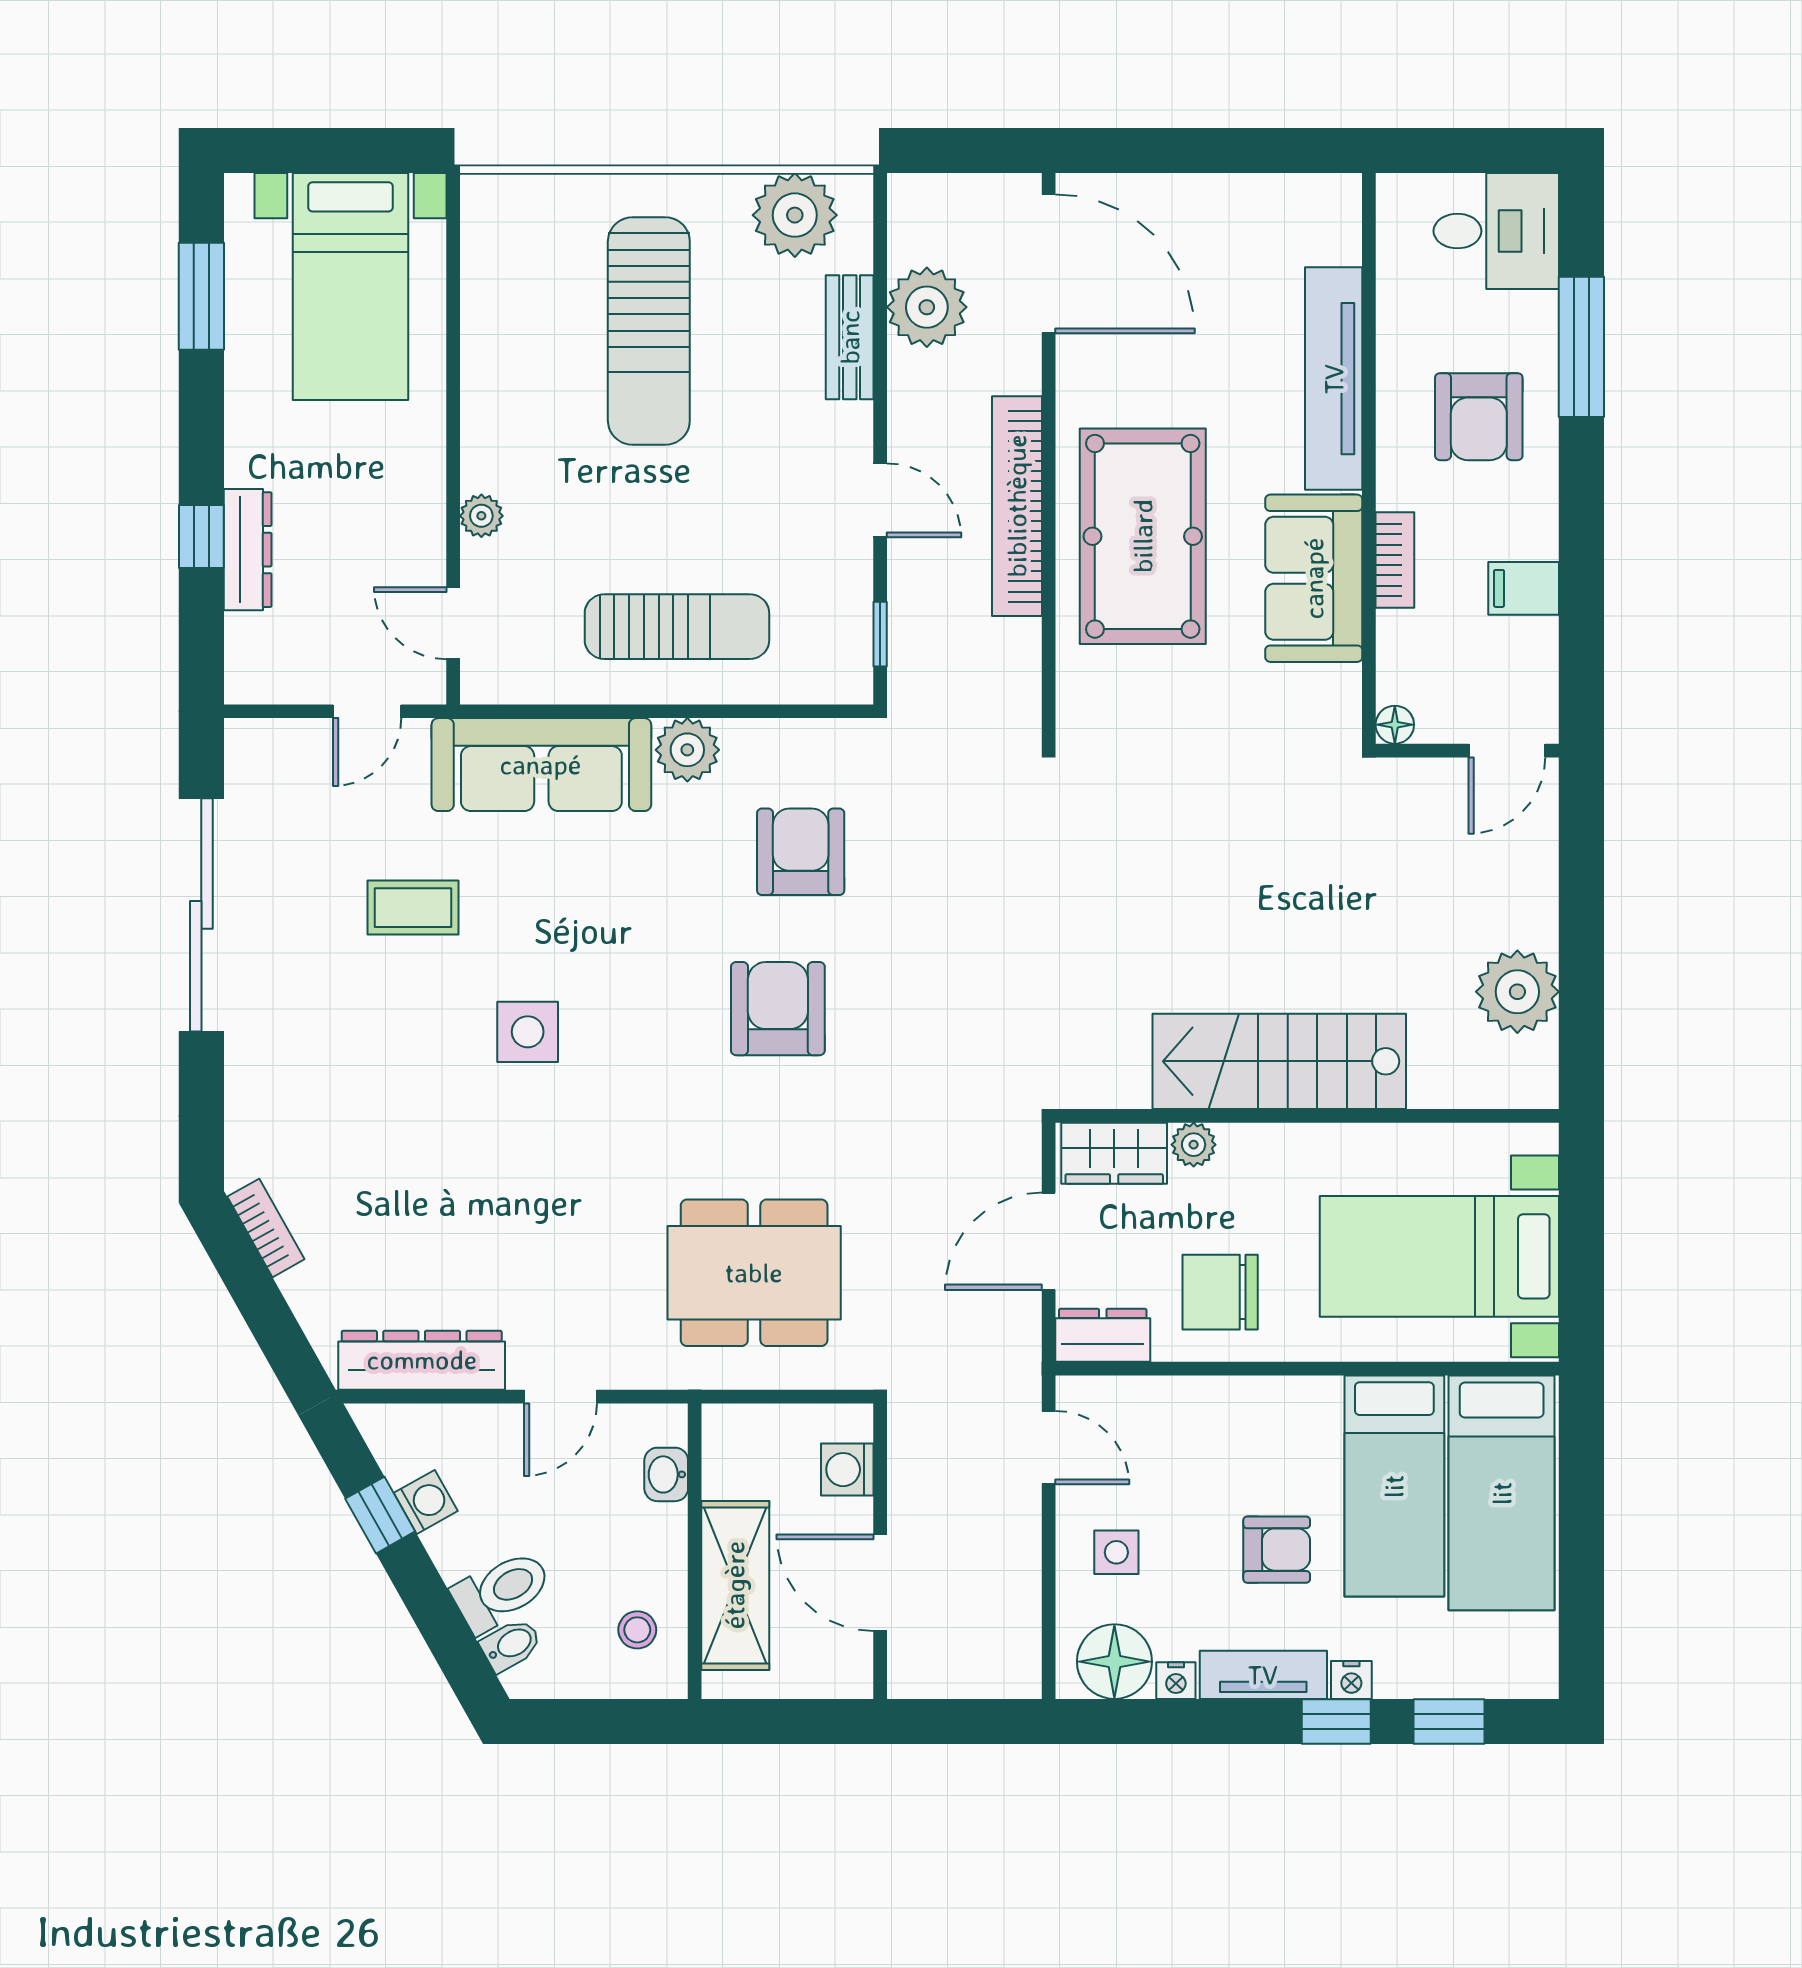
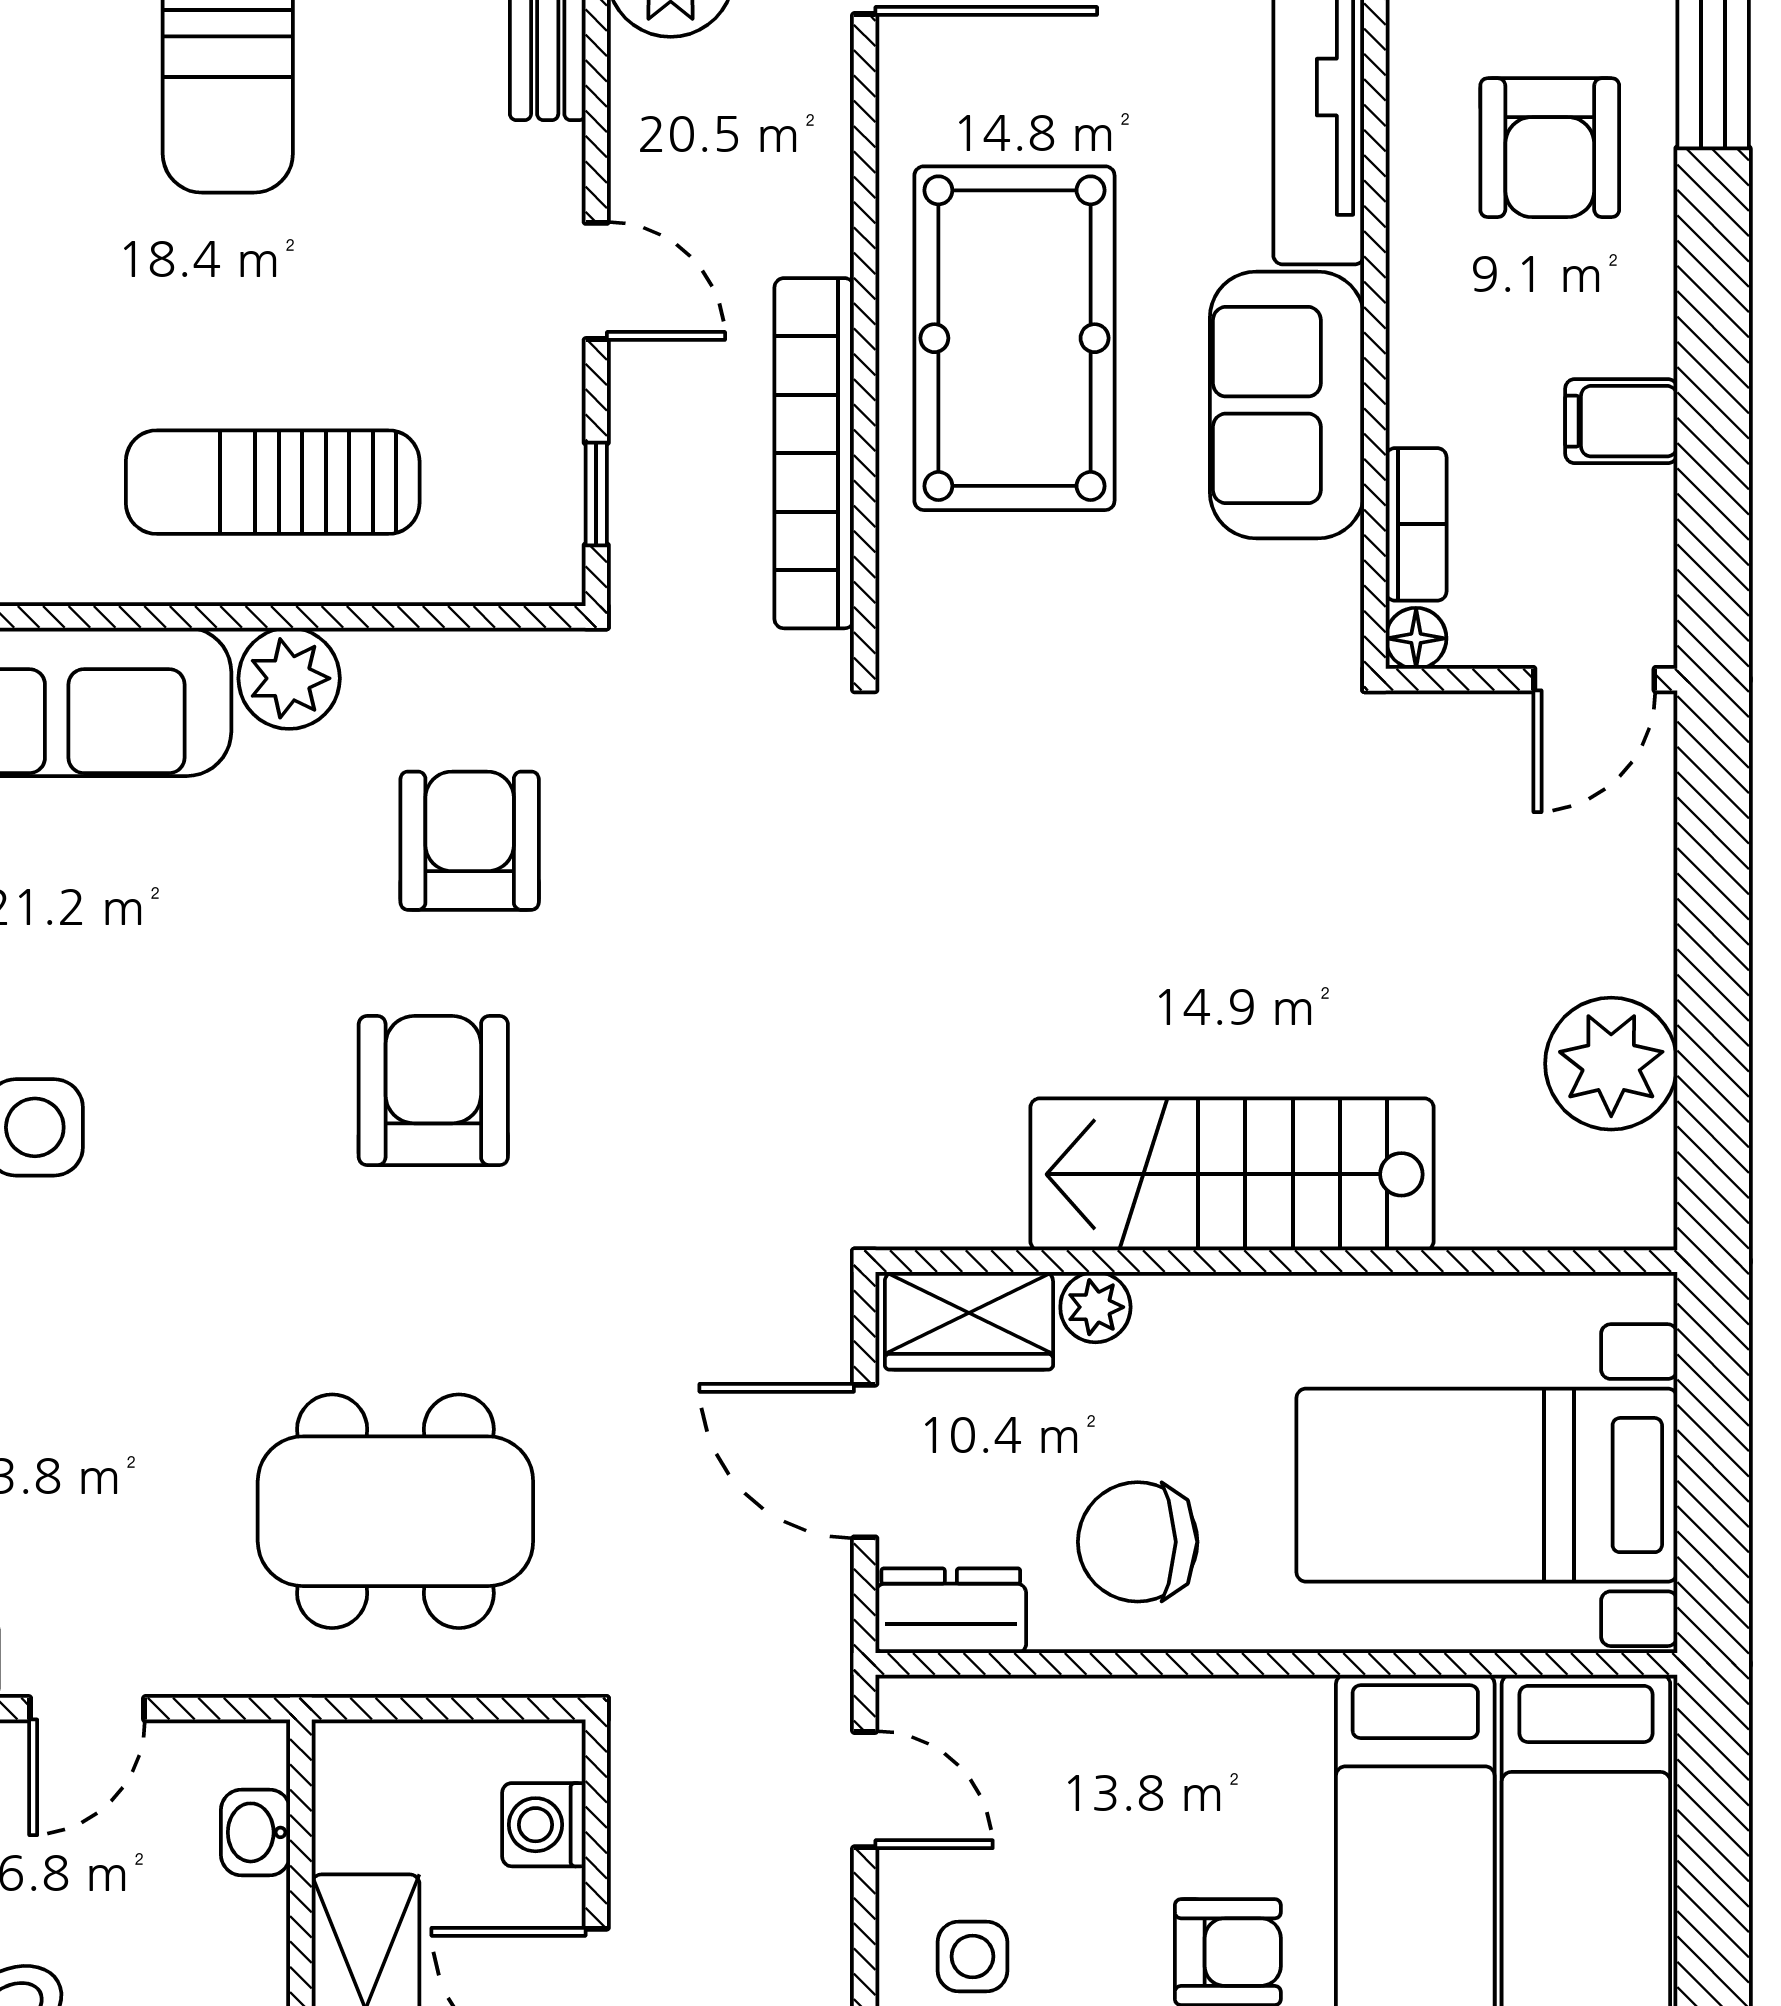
bookcase: (1017, 506) -> (814, 453), moved
bookcase: (1395, 560) -> (1416, 524), moved
sun lounger: (677, 627) -> (273, 482), turned 180
door: (1049, 1241) -> (865, 1461), hinge flipped

